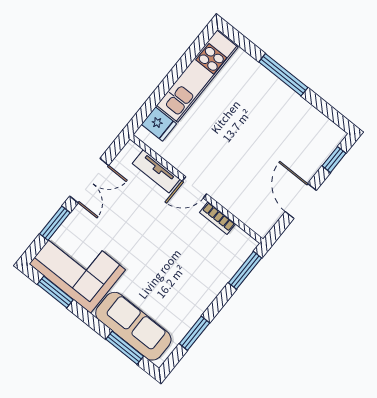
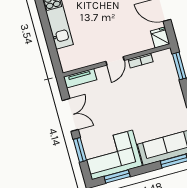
fridge: (159, 124) -> (160, 37), moved, turned -90
tv unit: (156, 171) -> (80, 78), moved

